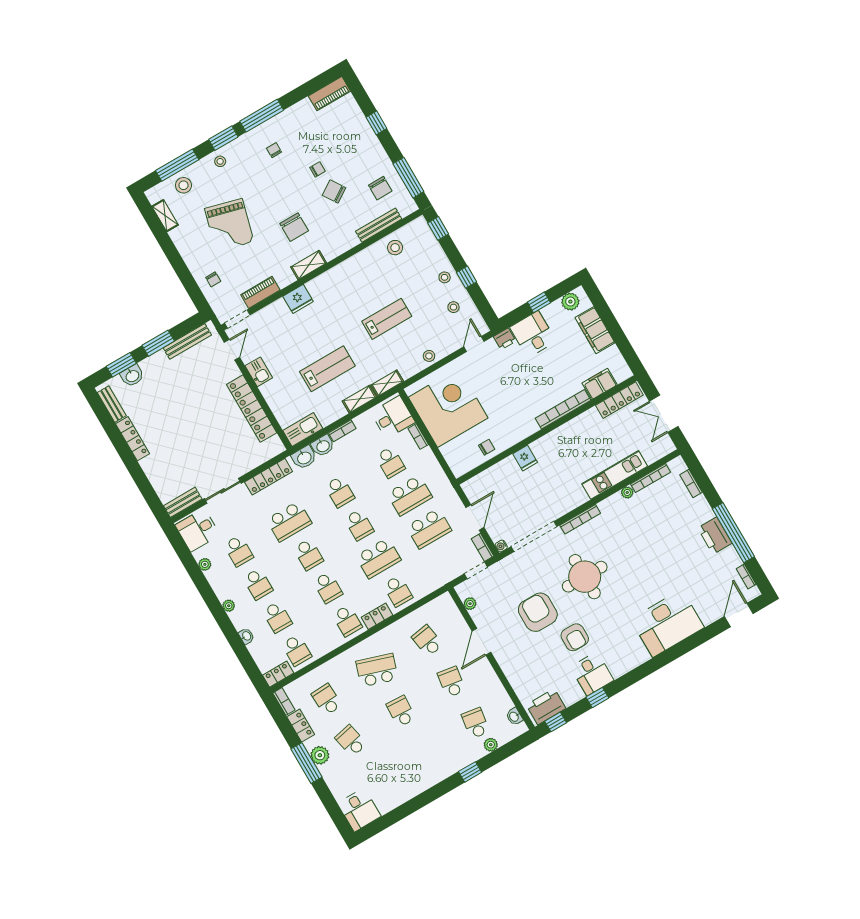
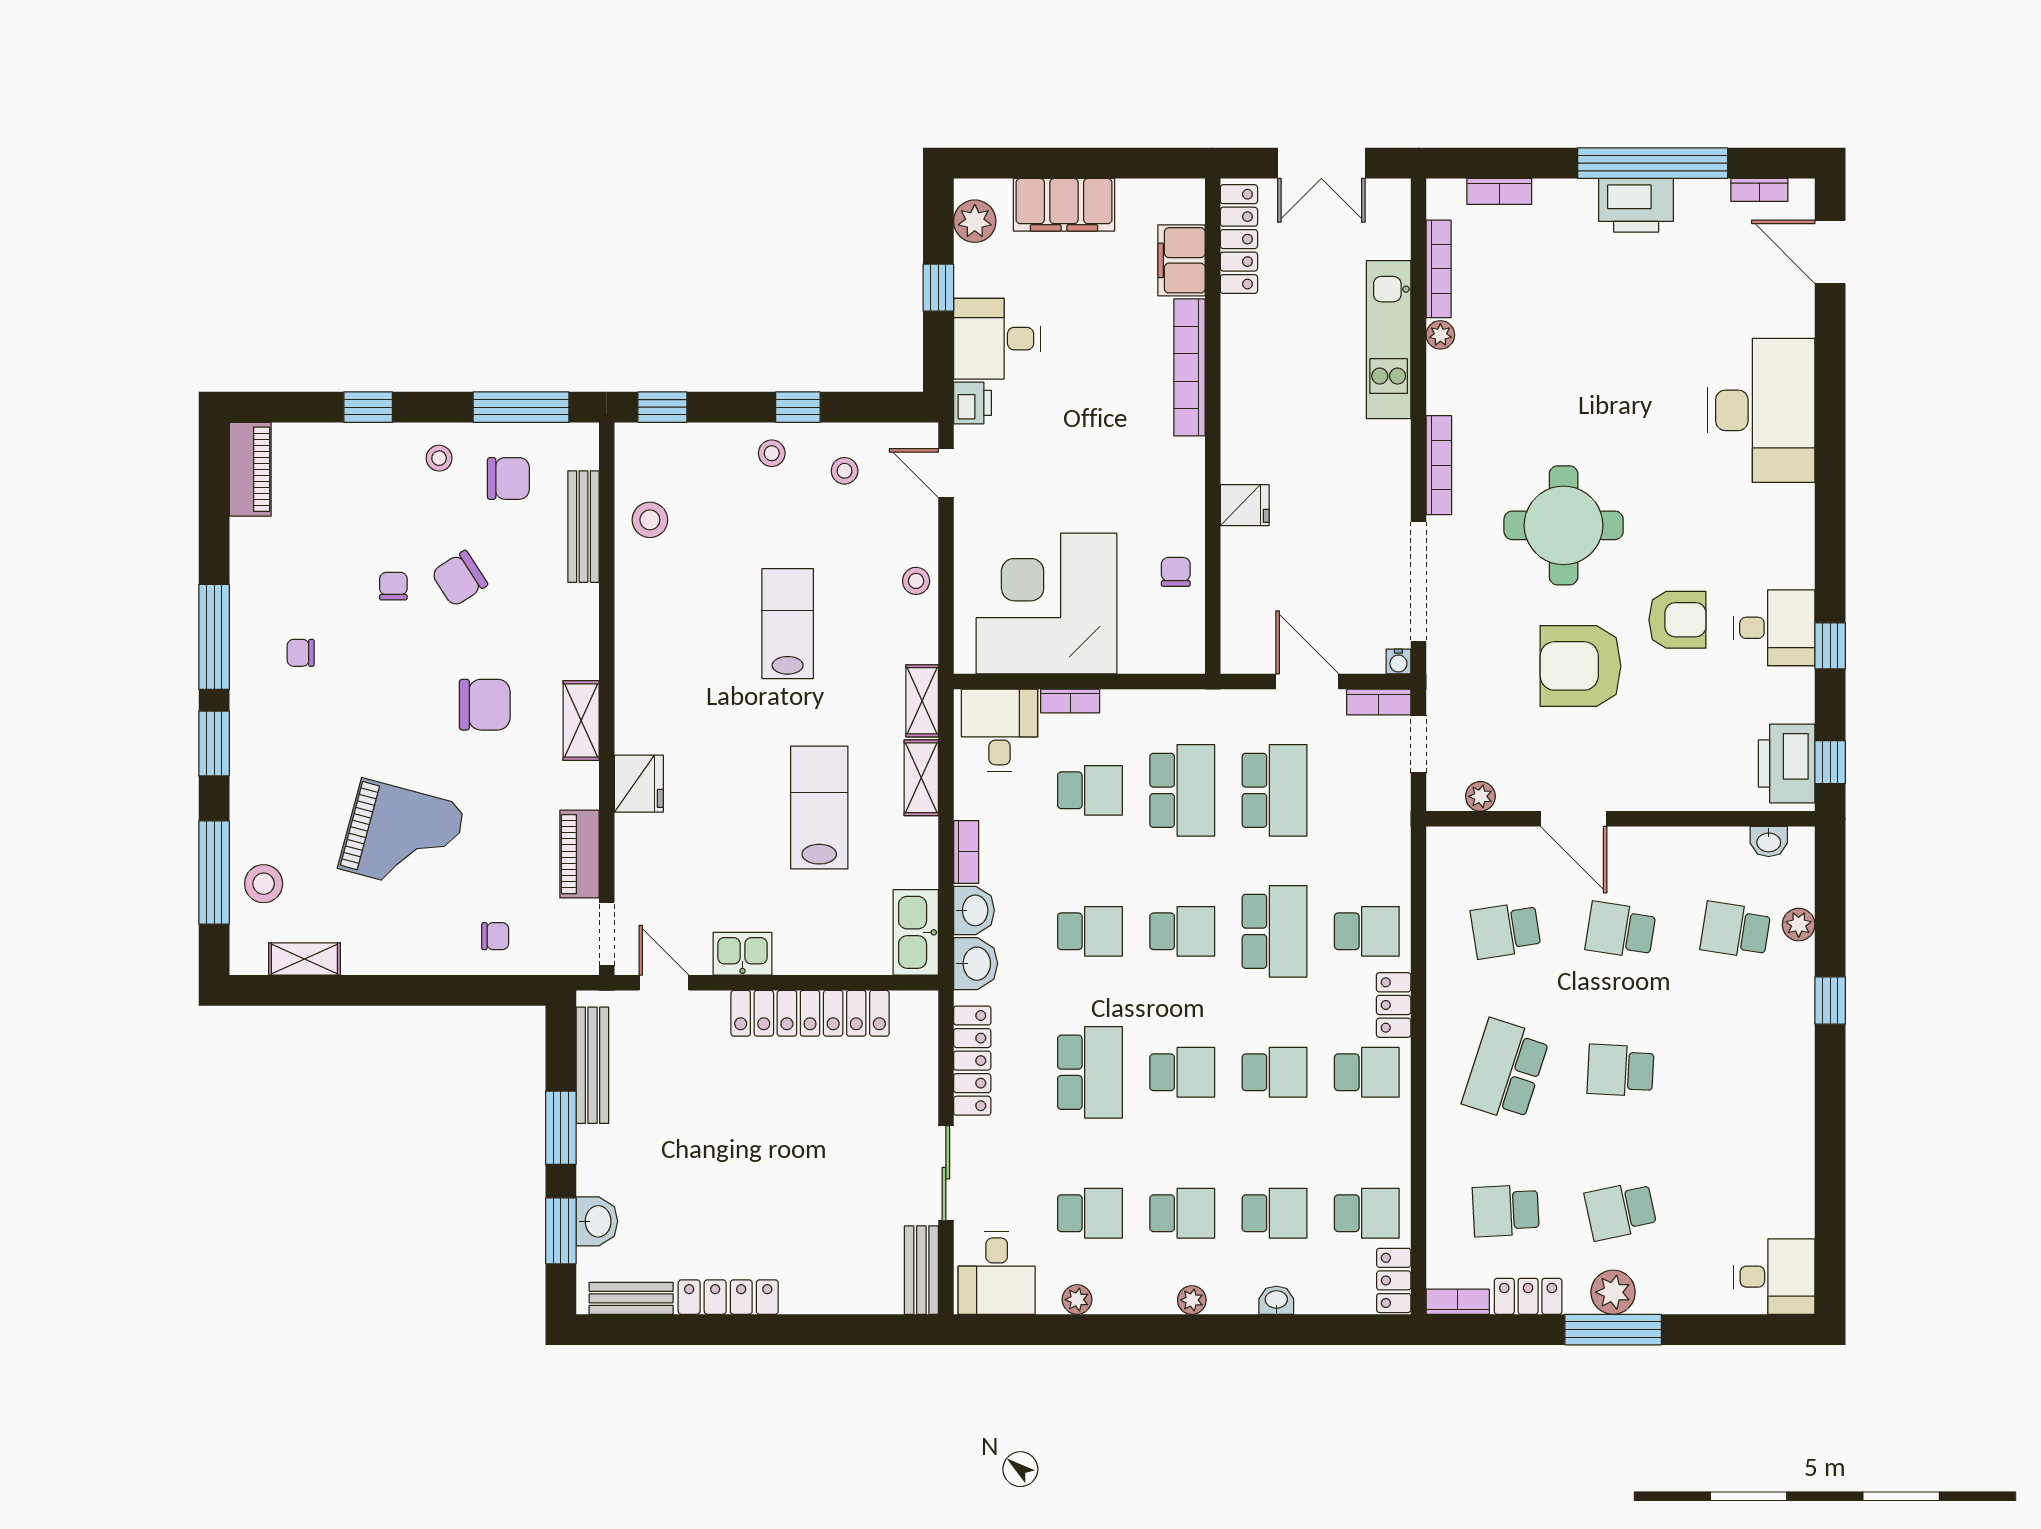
stool: (220, 161) -> (439, 458), moved

